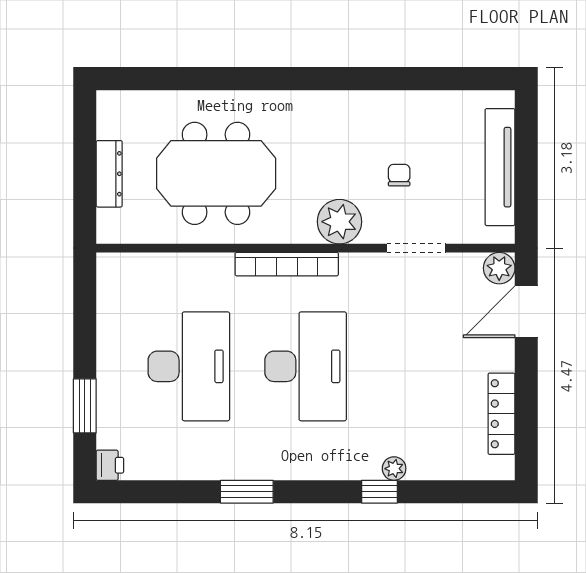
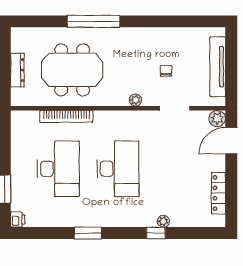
window: (258, 79) -> (94, 21), added
plant: (339, 222) -> (135, 100), width x0.53, depth x0.53
bookcase: (287, 264) -> (66, 116), moved

